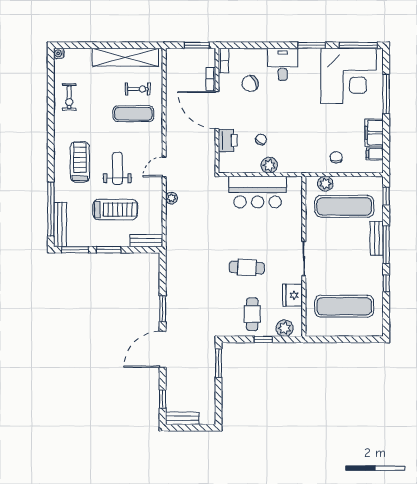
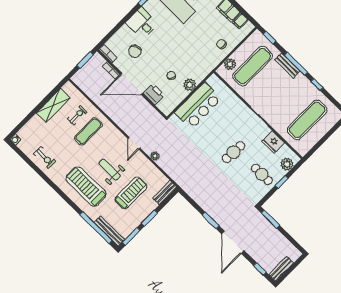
shelving: (125, 57) -> (53, 105), width x0.68
treadmill: (80, 162) -> (86, 186), width x1.37, depth x1.37

